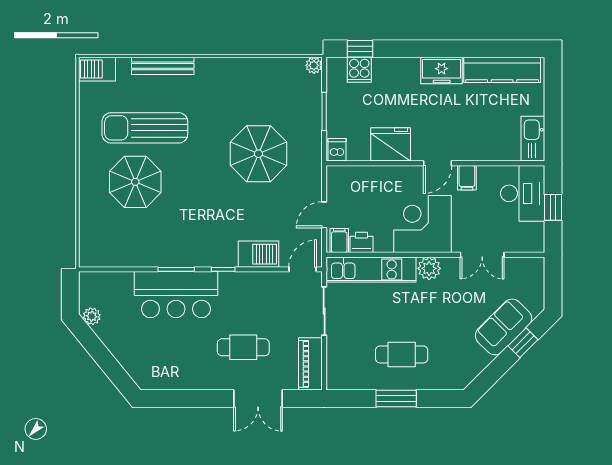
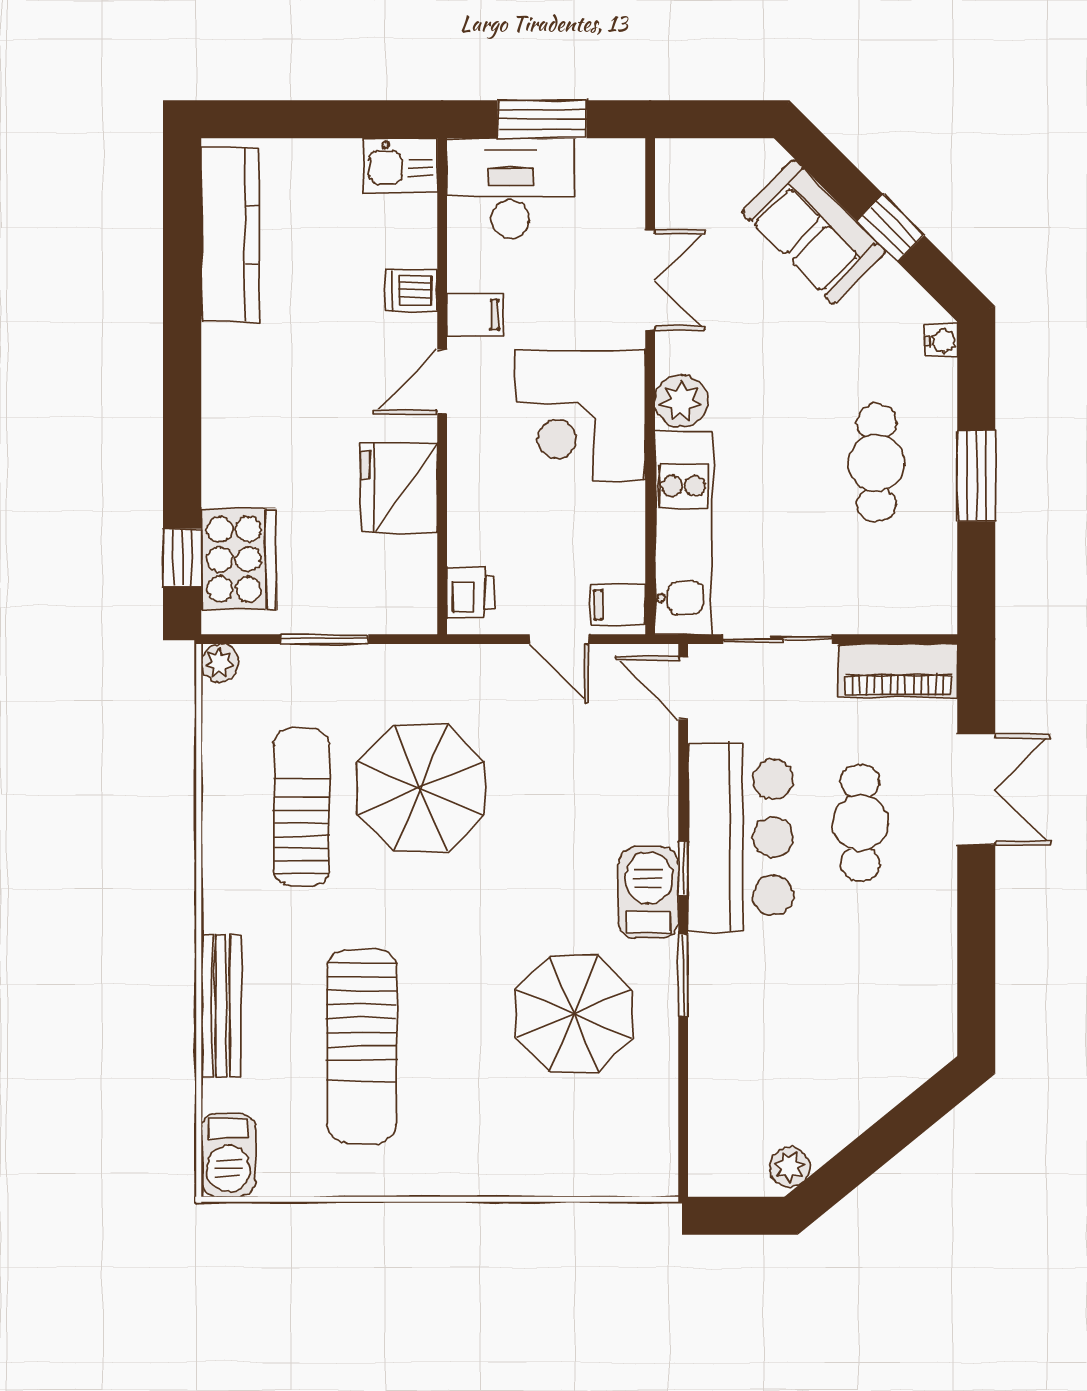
cooker: (359, 70) -> (239, 559), width x1.87, depth x1.31
freezer: (442, 71) -> (231, 373), removed
sun lounger: (250, 101) -> (302, 807), added
kitchen sink: (533, 139) -> (400, 165), width x0.73
dishwasher: (337, 150) -> (411, 290), moved
door: (438, 163) -> (442, 382), swing flipped
parasol: (135, 182) -> (574, 1014), moved
window: (553, 207) -> (542, 119), width x1.50
printer: (361, 242) -> (470, 593), moved, turned 180
barbecue: (259, 254) -> (649, 893), moved
bar counter: (176, 295) -> (740, 837), moved
window: (523, 343) -> (890, 228), moved
water cooler: (456, 383) -> (941, 341), added

